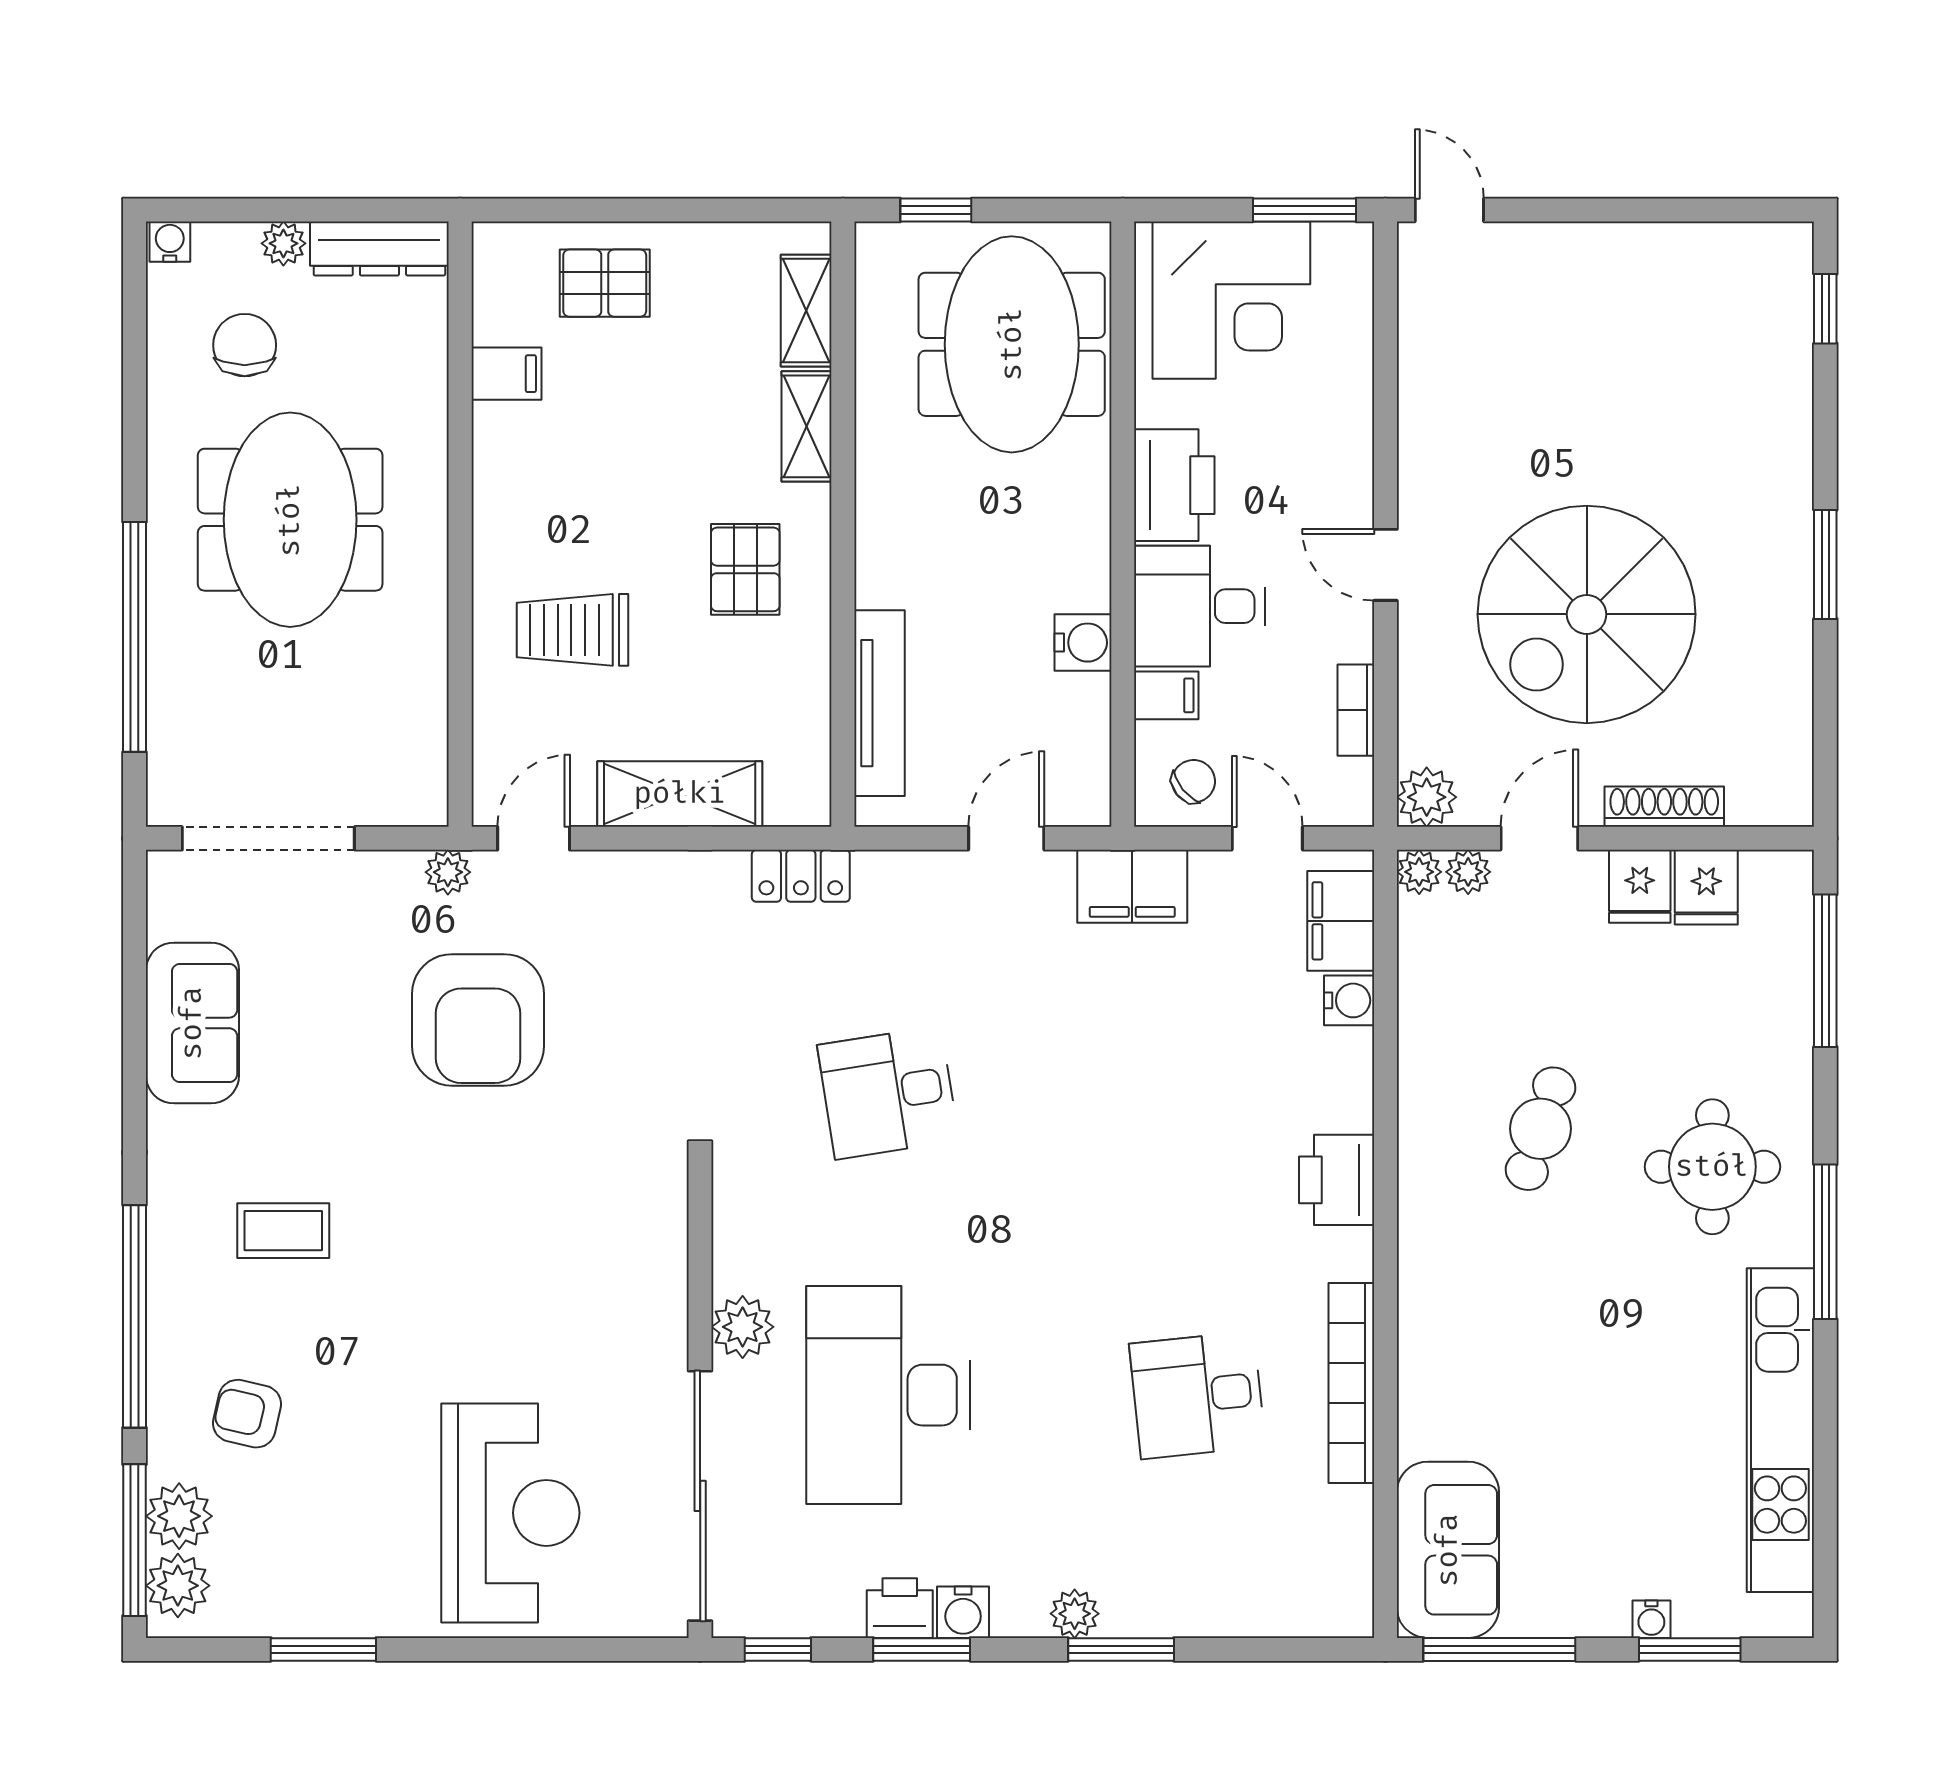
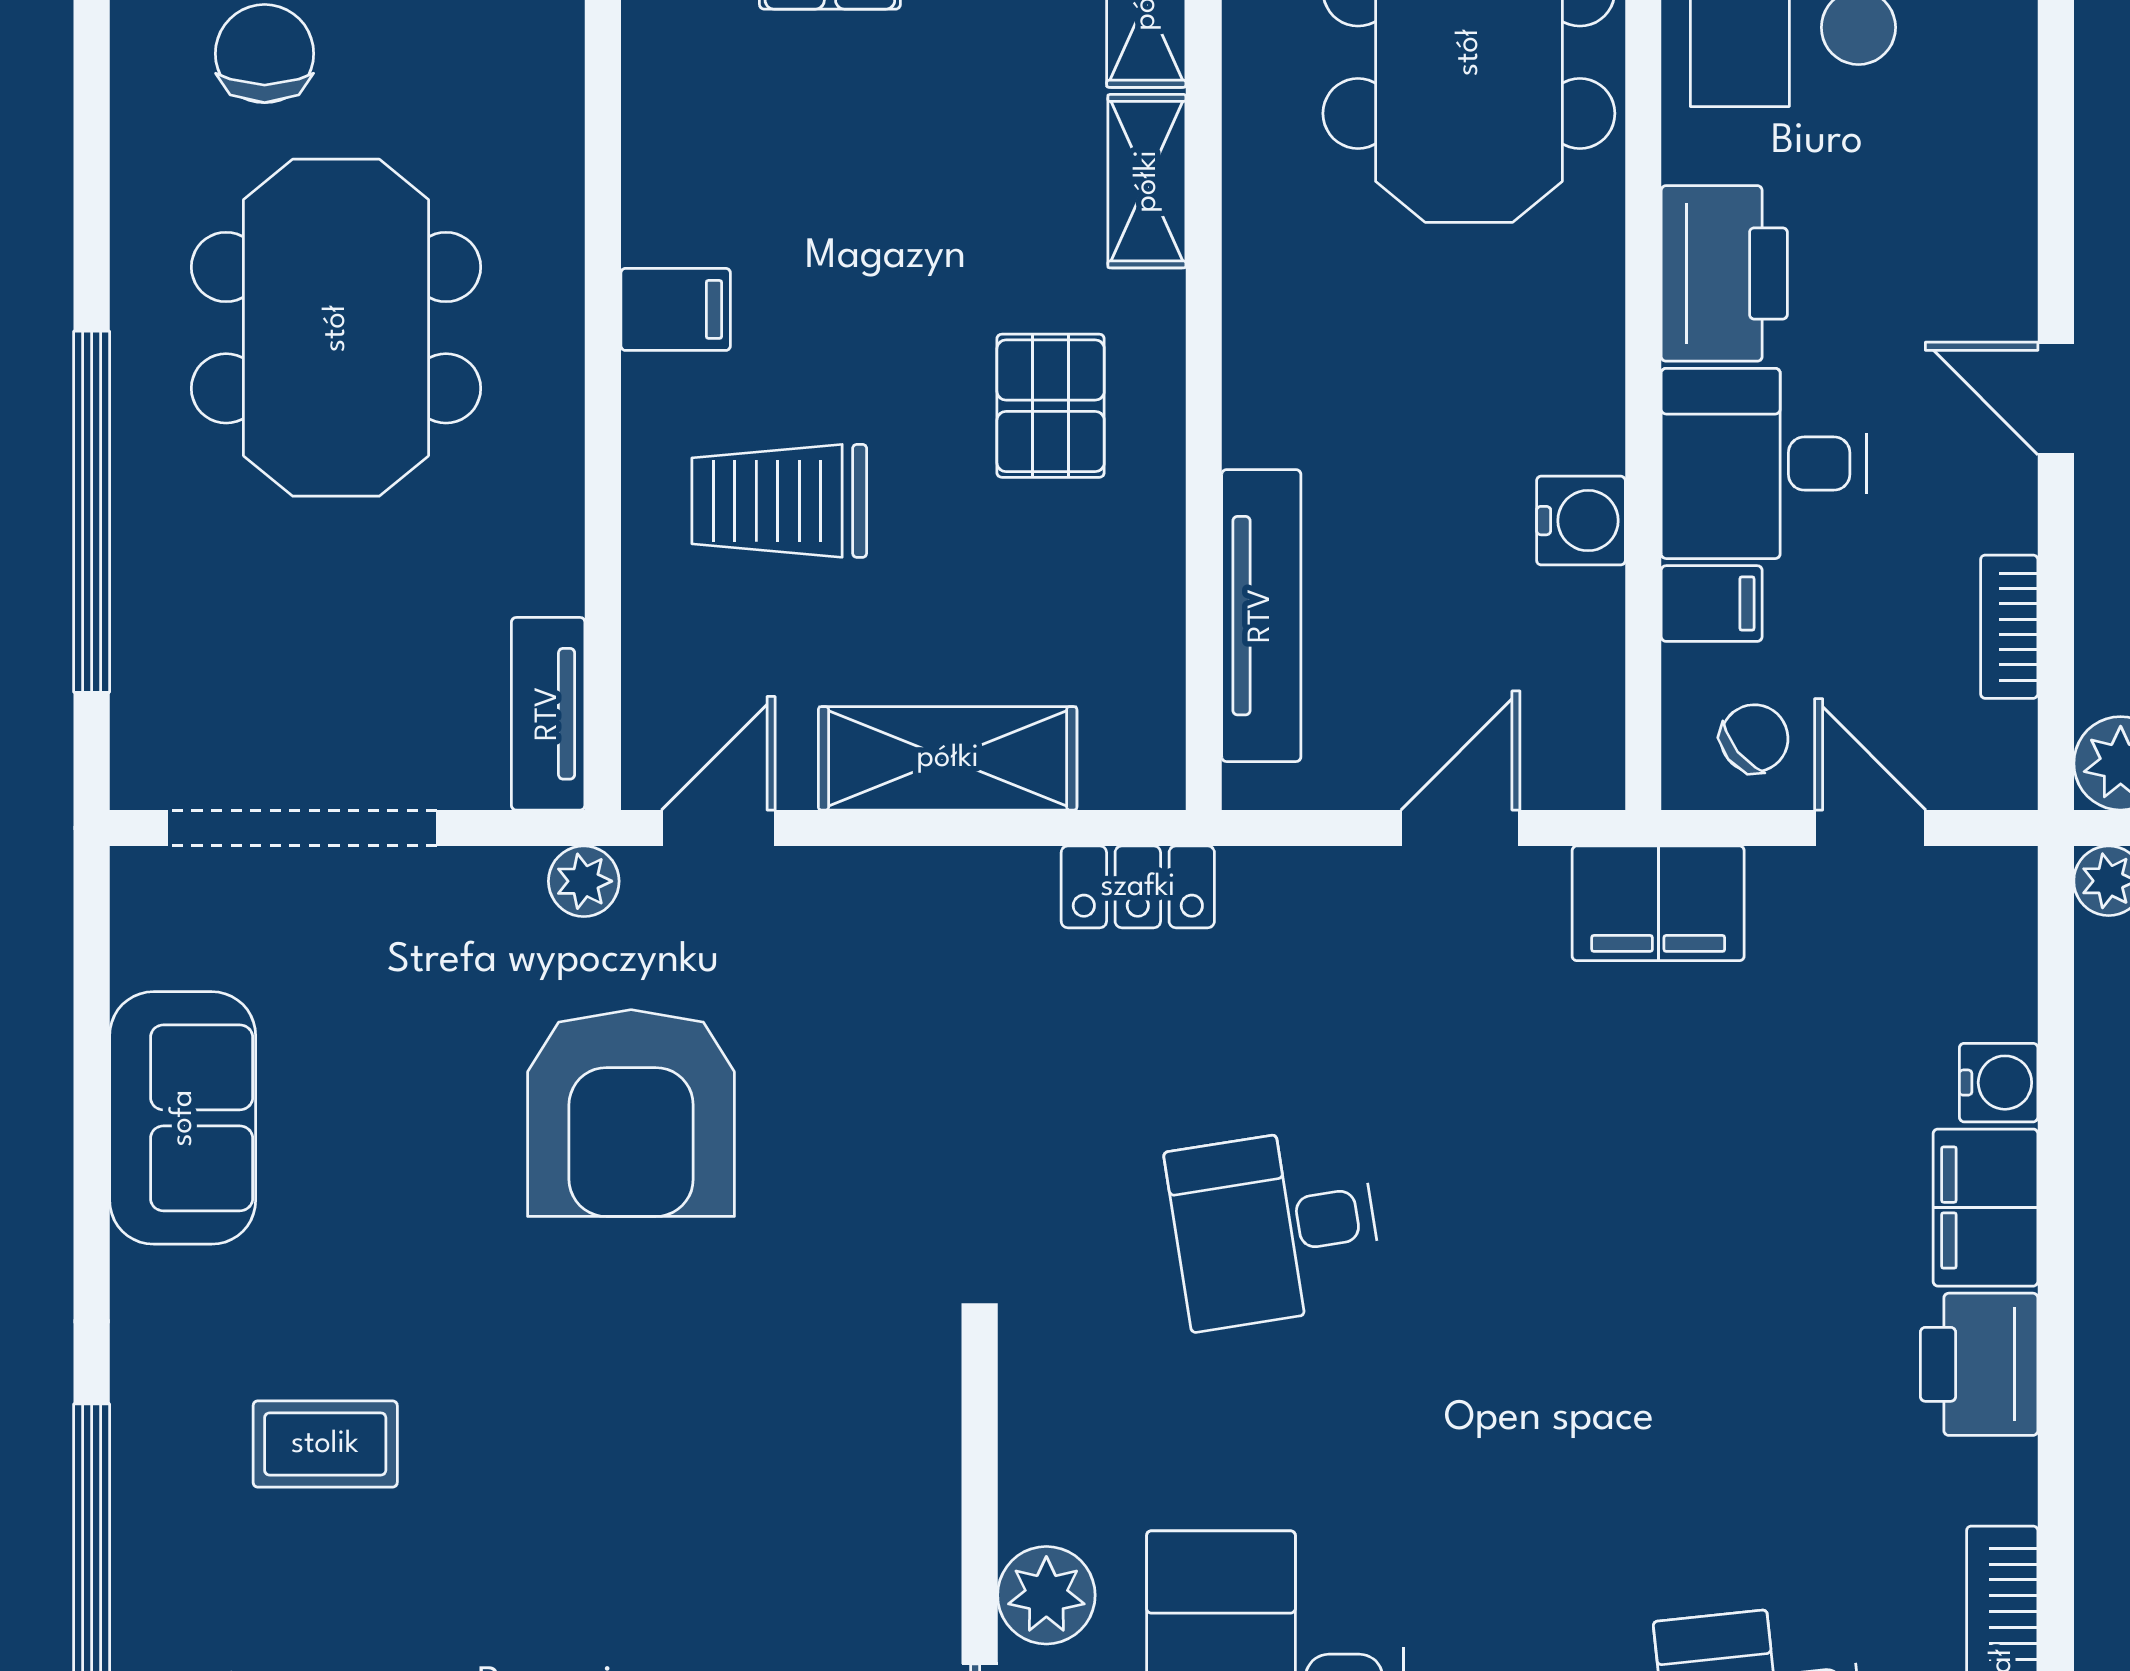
filing cabinet: (506, 374) -> (676, 309), moved
tv unit: (425, 766) -> (548, 714), added
filing cabinet: (1341, 921) -> (1986, 1208), moved

